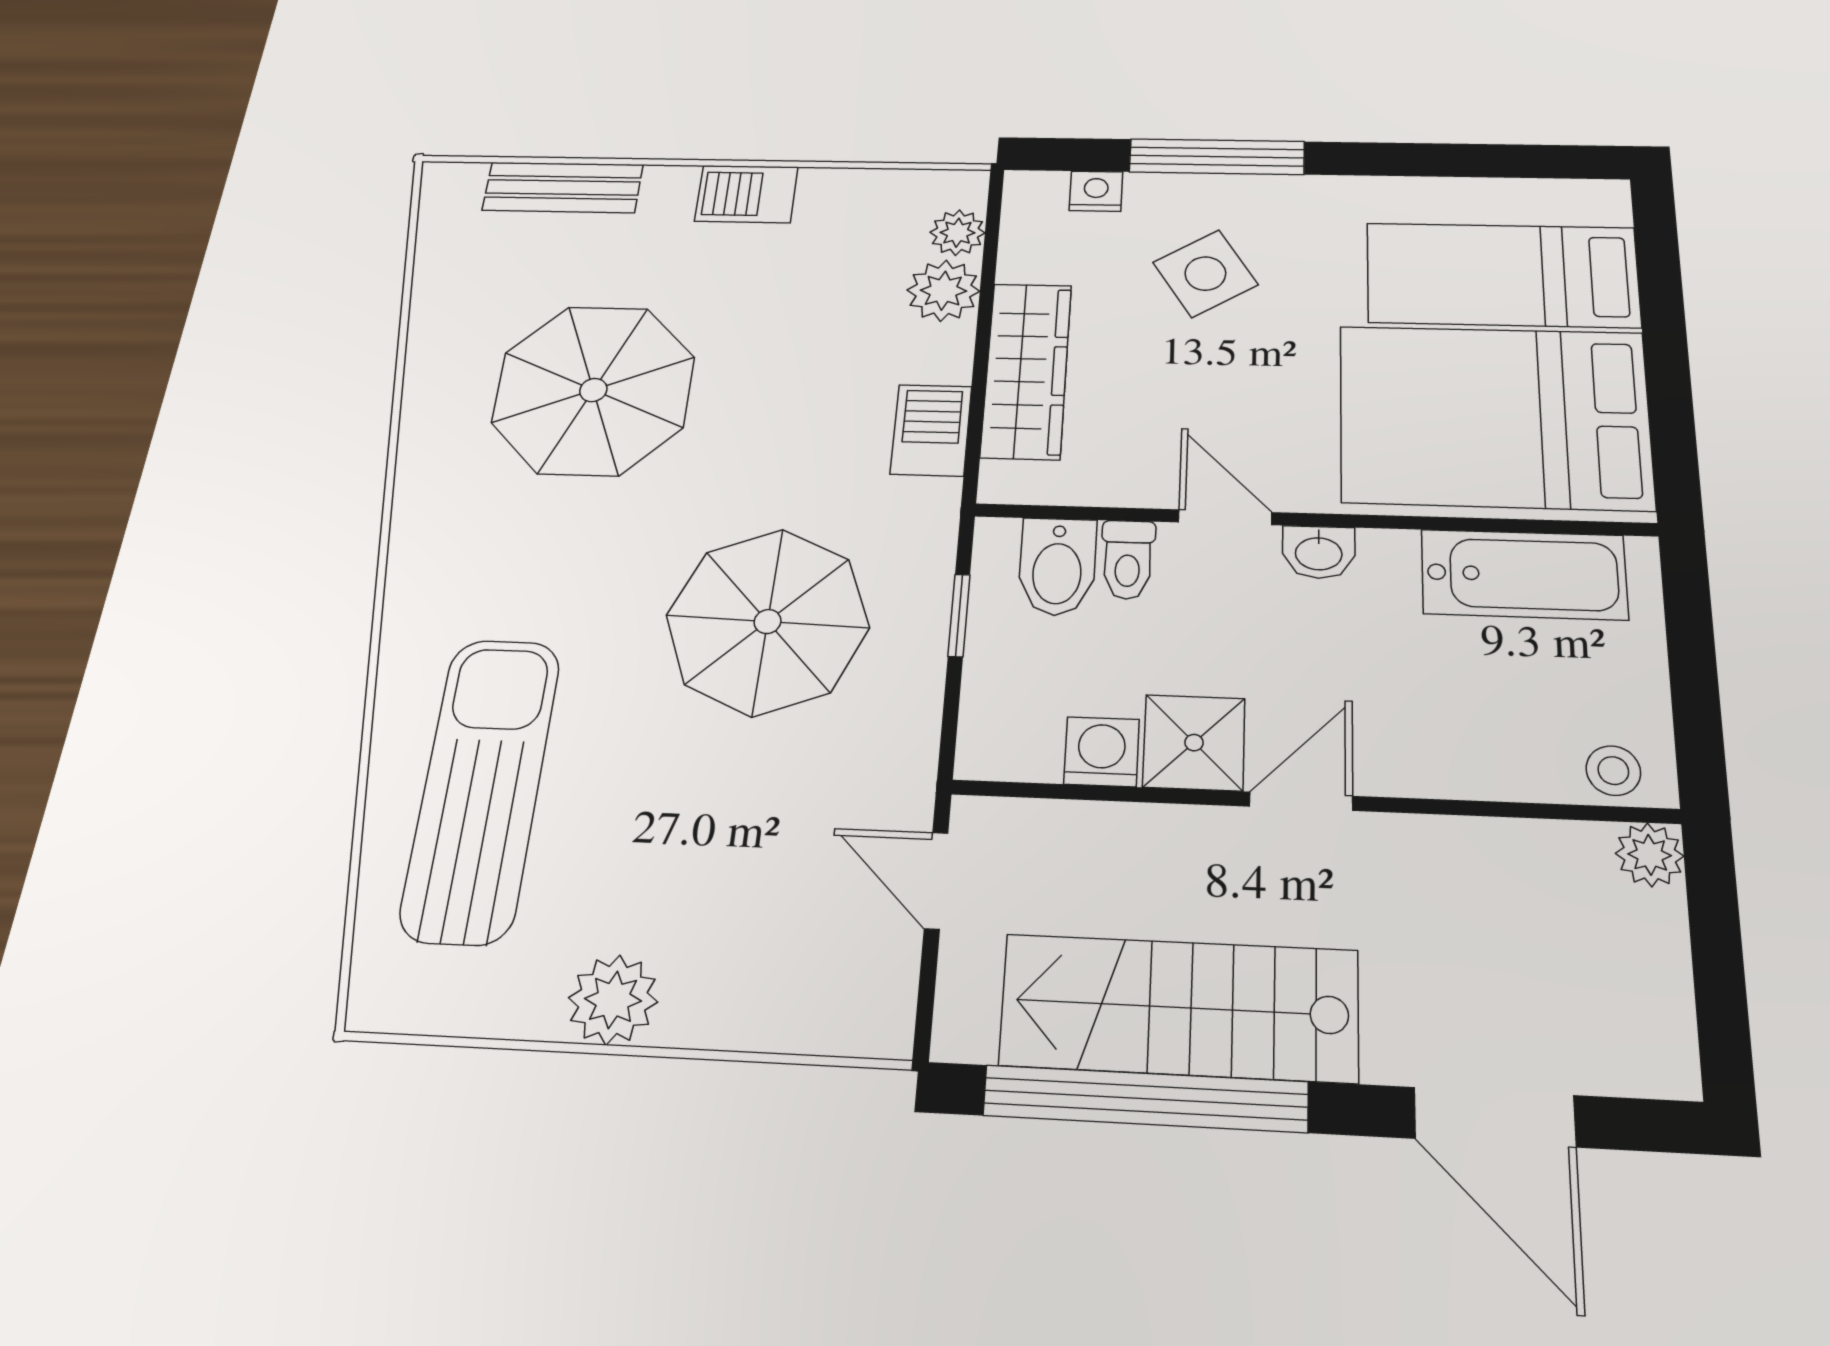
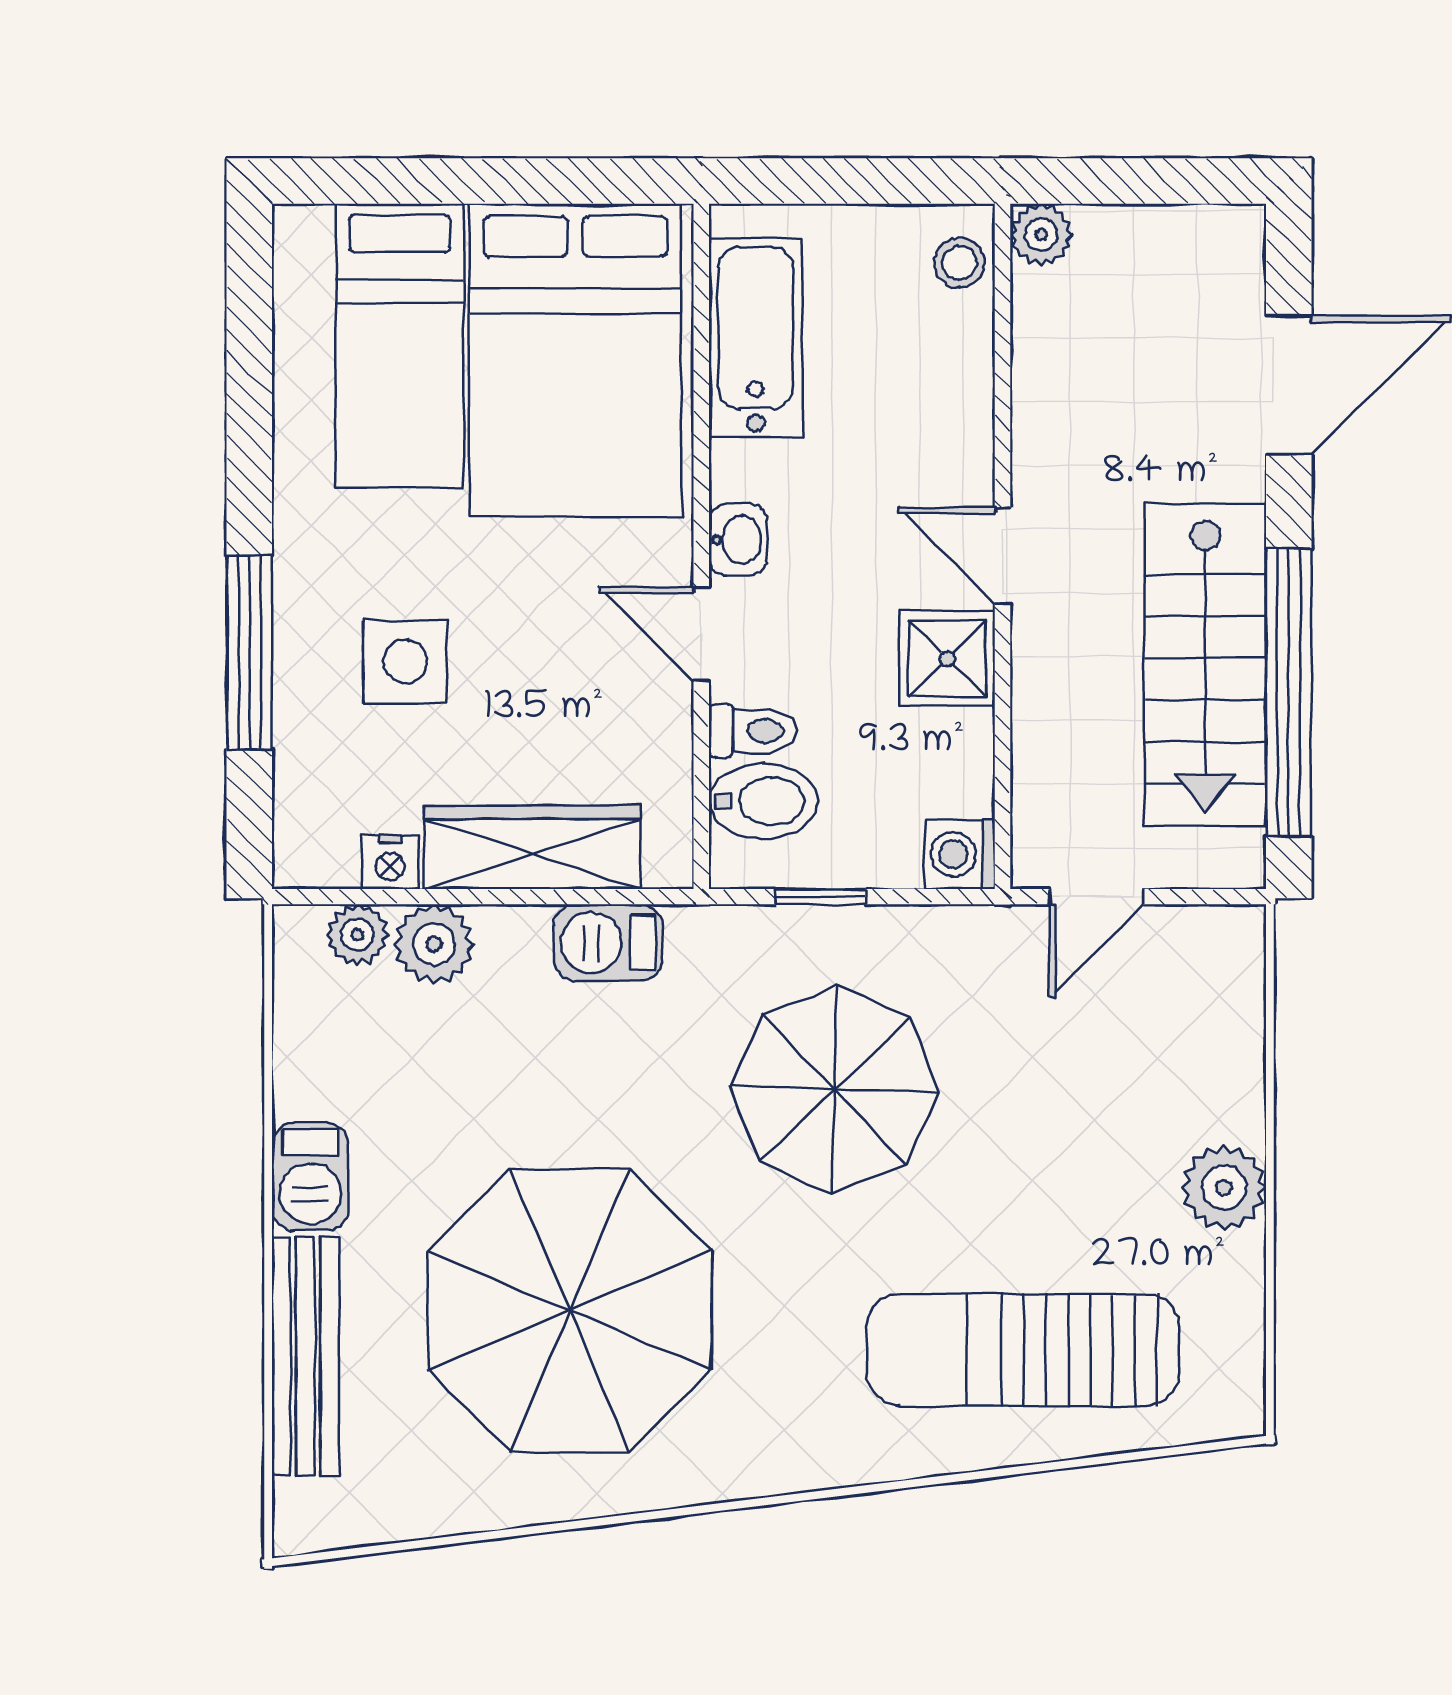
bench: (563, 187) -> (305, 1356), width x1.36
nightstand: (1096, 191) -> (390, 862), moved, turned -90
side table: (1205, 274) -> (405, 661), turned 32
parasol: (593, 390) -> (570, 1311), width x1.36, depth x1.36
door: (1225, 517) -> (701, 634), hinge flipped
washing machine: (1102, 752) -> (960, 854), moved

